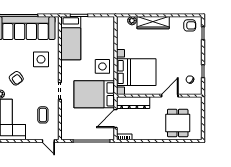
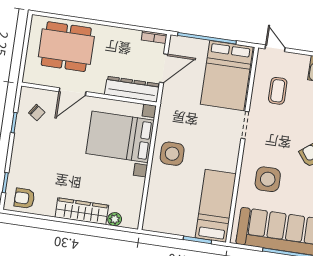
bed: (94, 94) -> (227, 76), moved, turned 90
dining table: (178, 123) -> (66, 47), width x1.38

